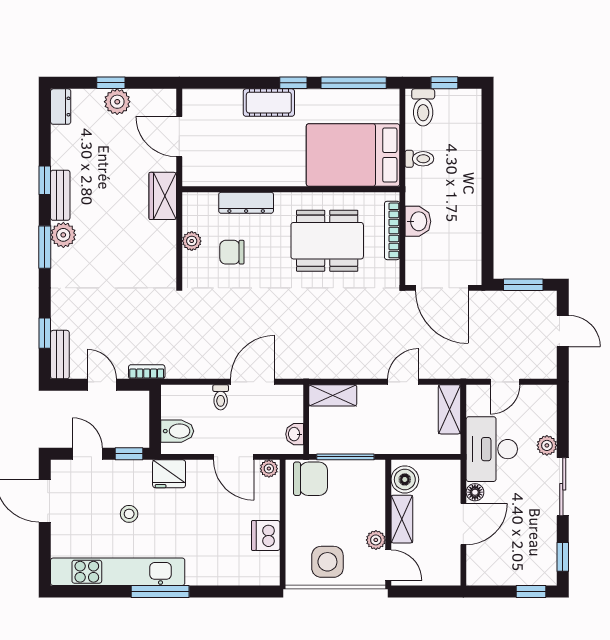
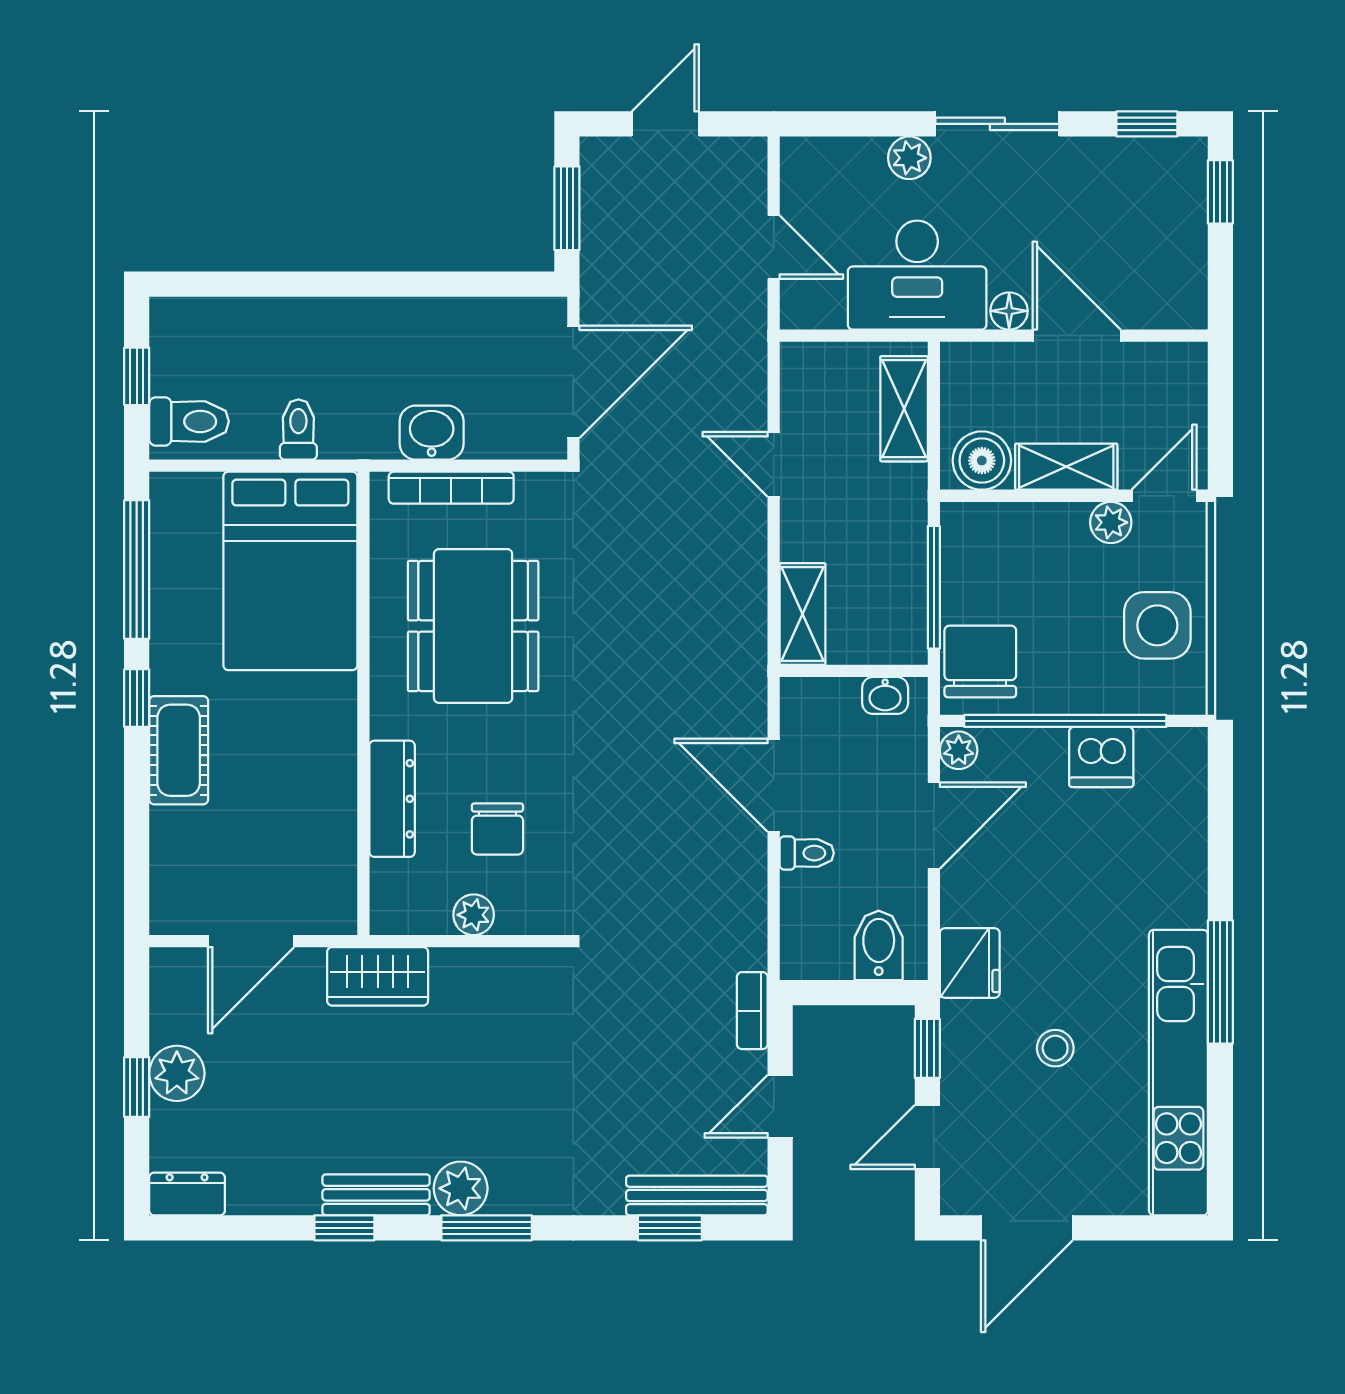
bench: (60, 355) -> (697, 1195), width x1.36
shelving: (449, 409) -> (904, 409), moved, turned 90
window: (283, 519) -> (1065, 721), added

